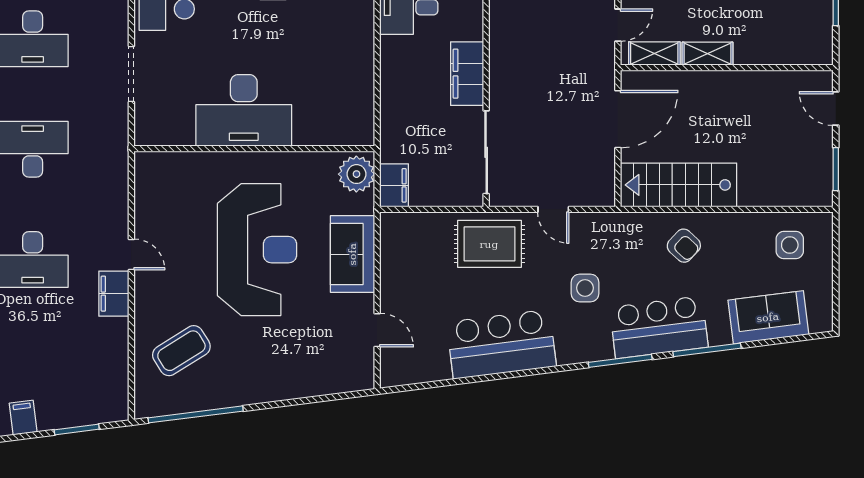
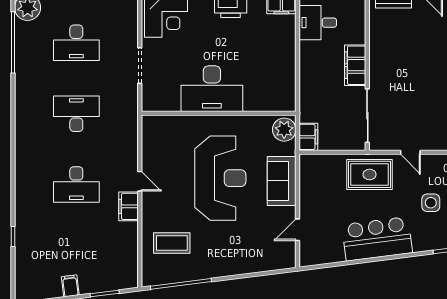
door: (377, 330) -> (297, 230), swing flipped
coffee table: (181, 351) -> (172, 243), turned 32

